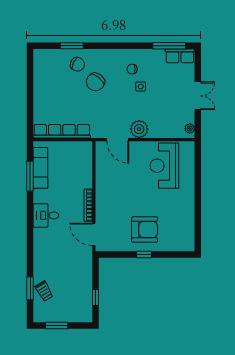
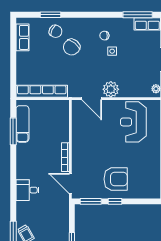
row of seats: (40, 71) -> (22, 37), added
desk: (46, 215) -> (27, 190), moved
window: (117, 255) -> (91, 201), added

